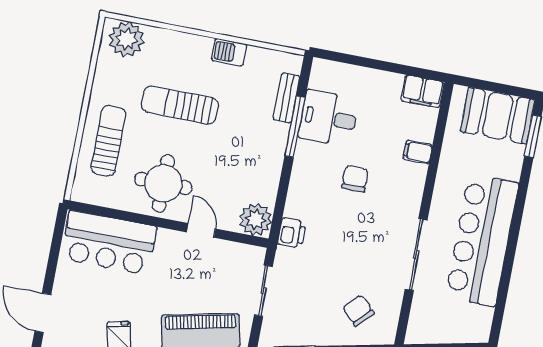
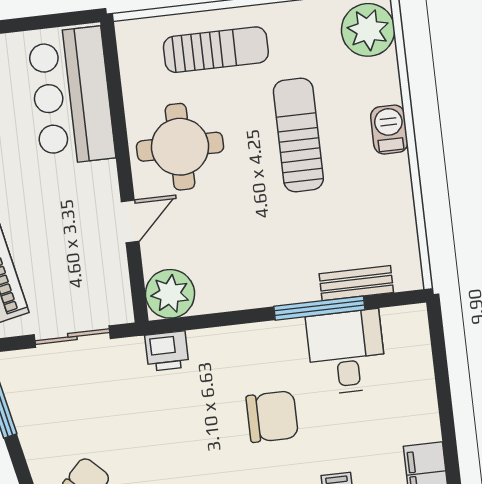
barbecue: (229, 52) -> (389, 130), moved
chair: (355, 179) -> (272, 417), width x1.37, depth x1.37

